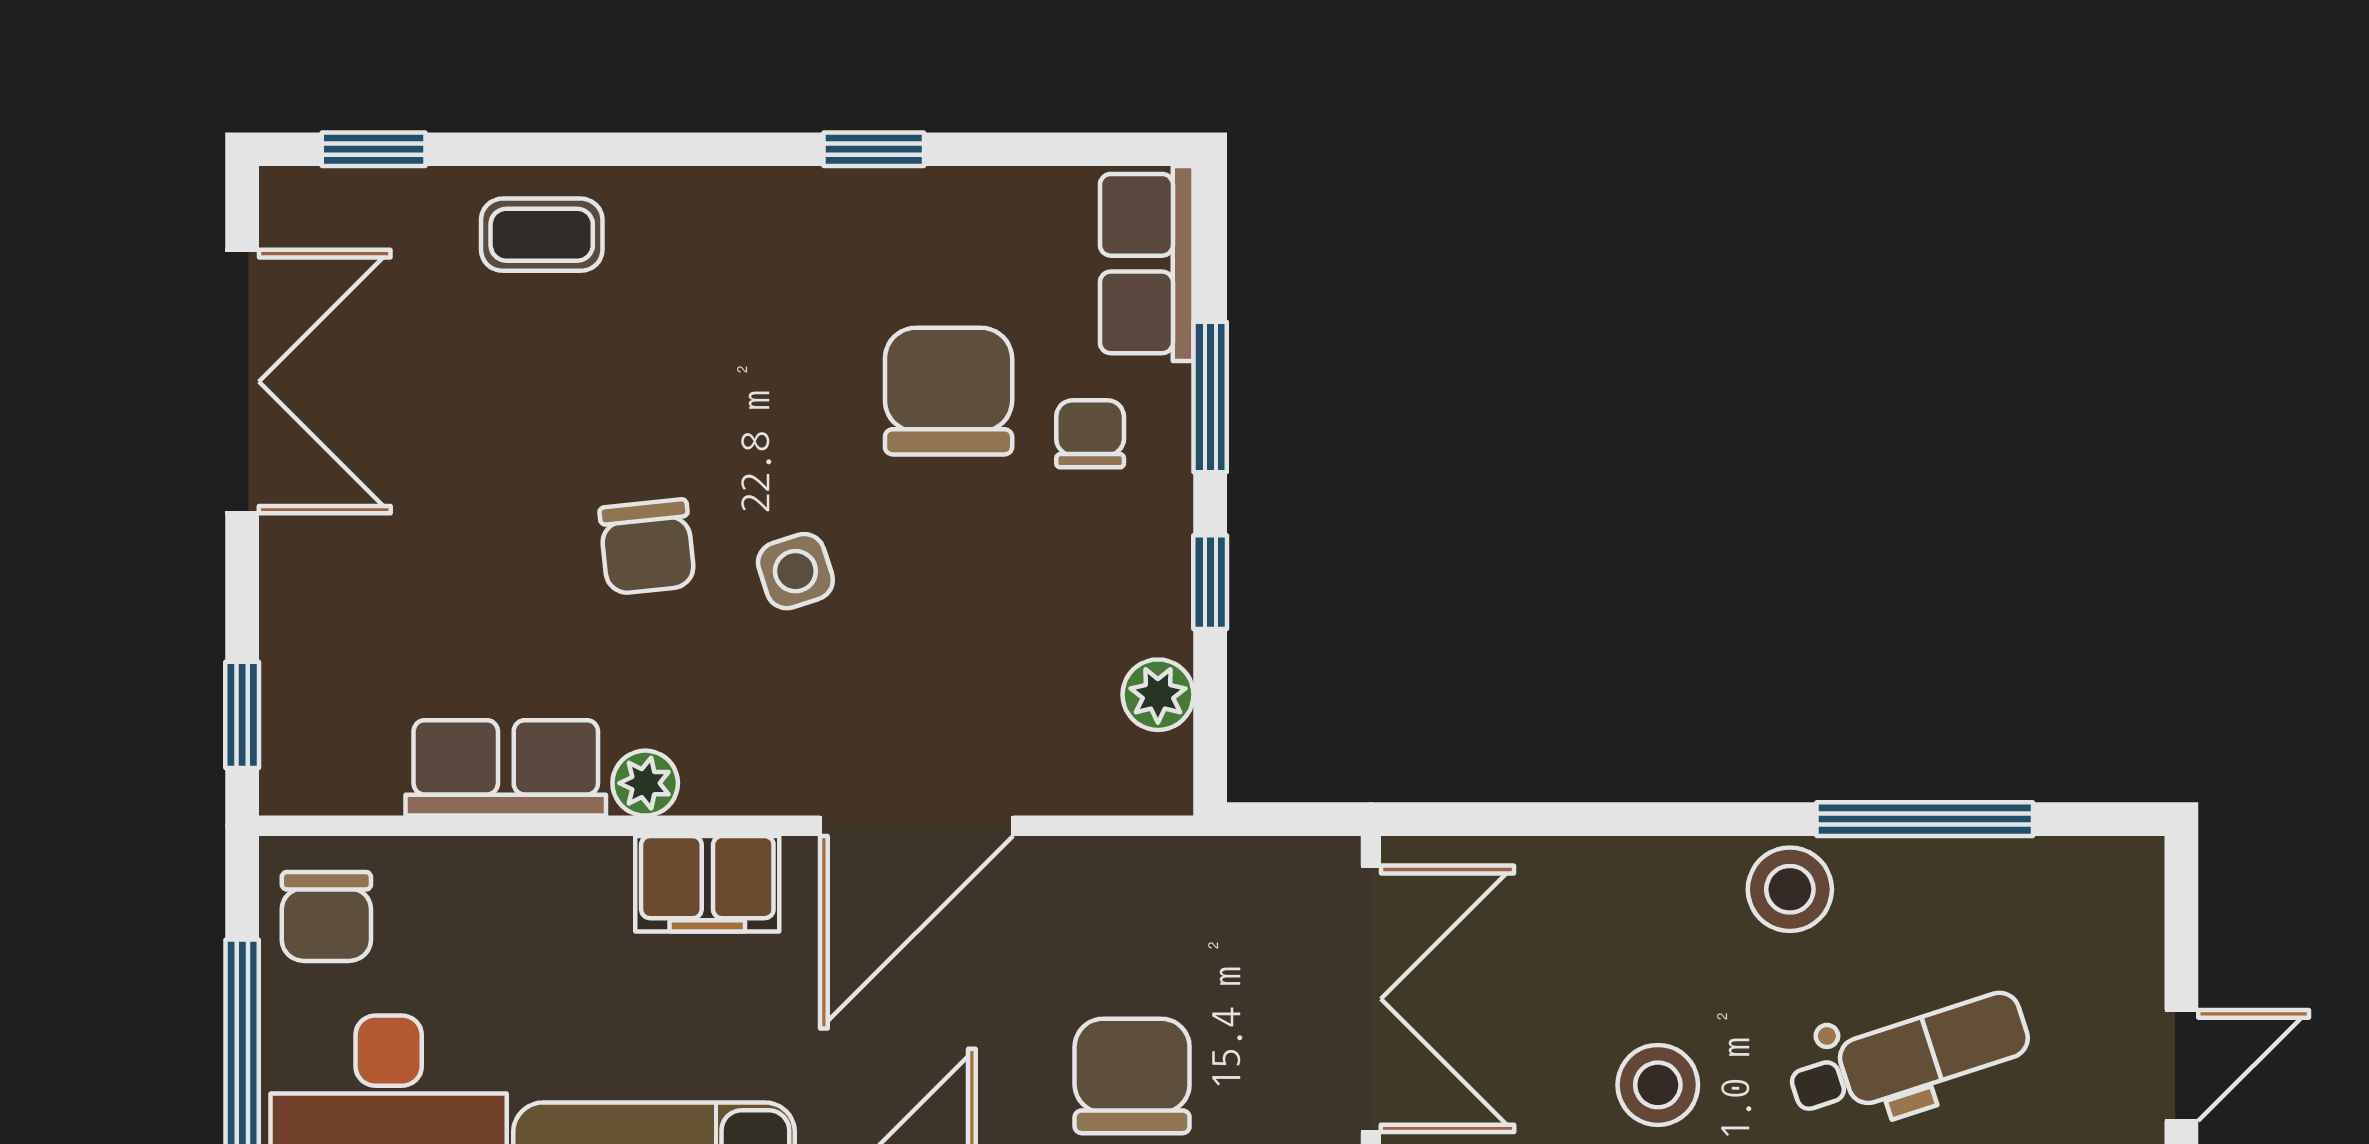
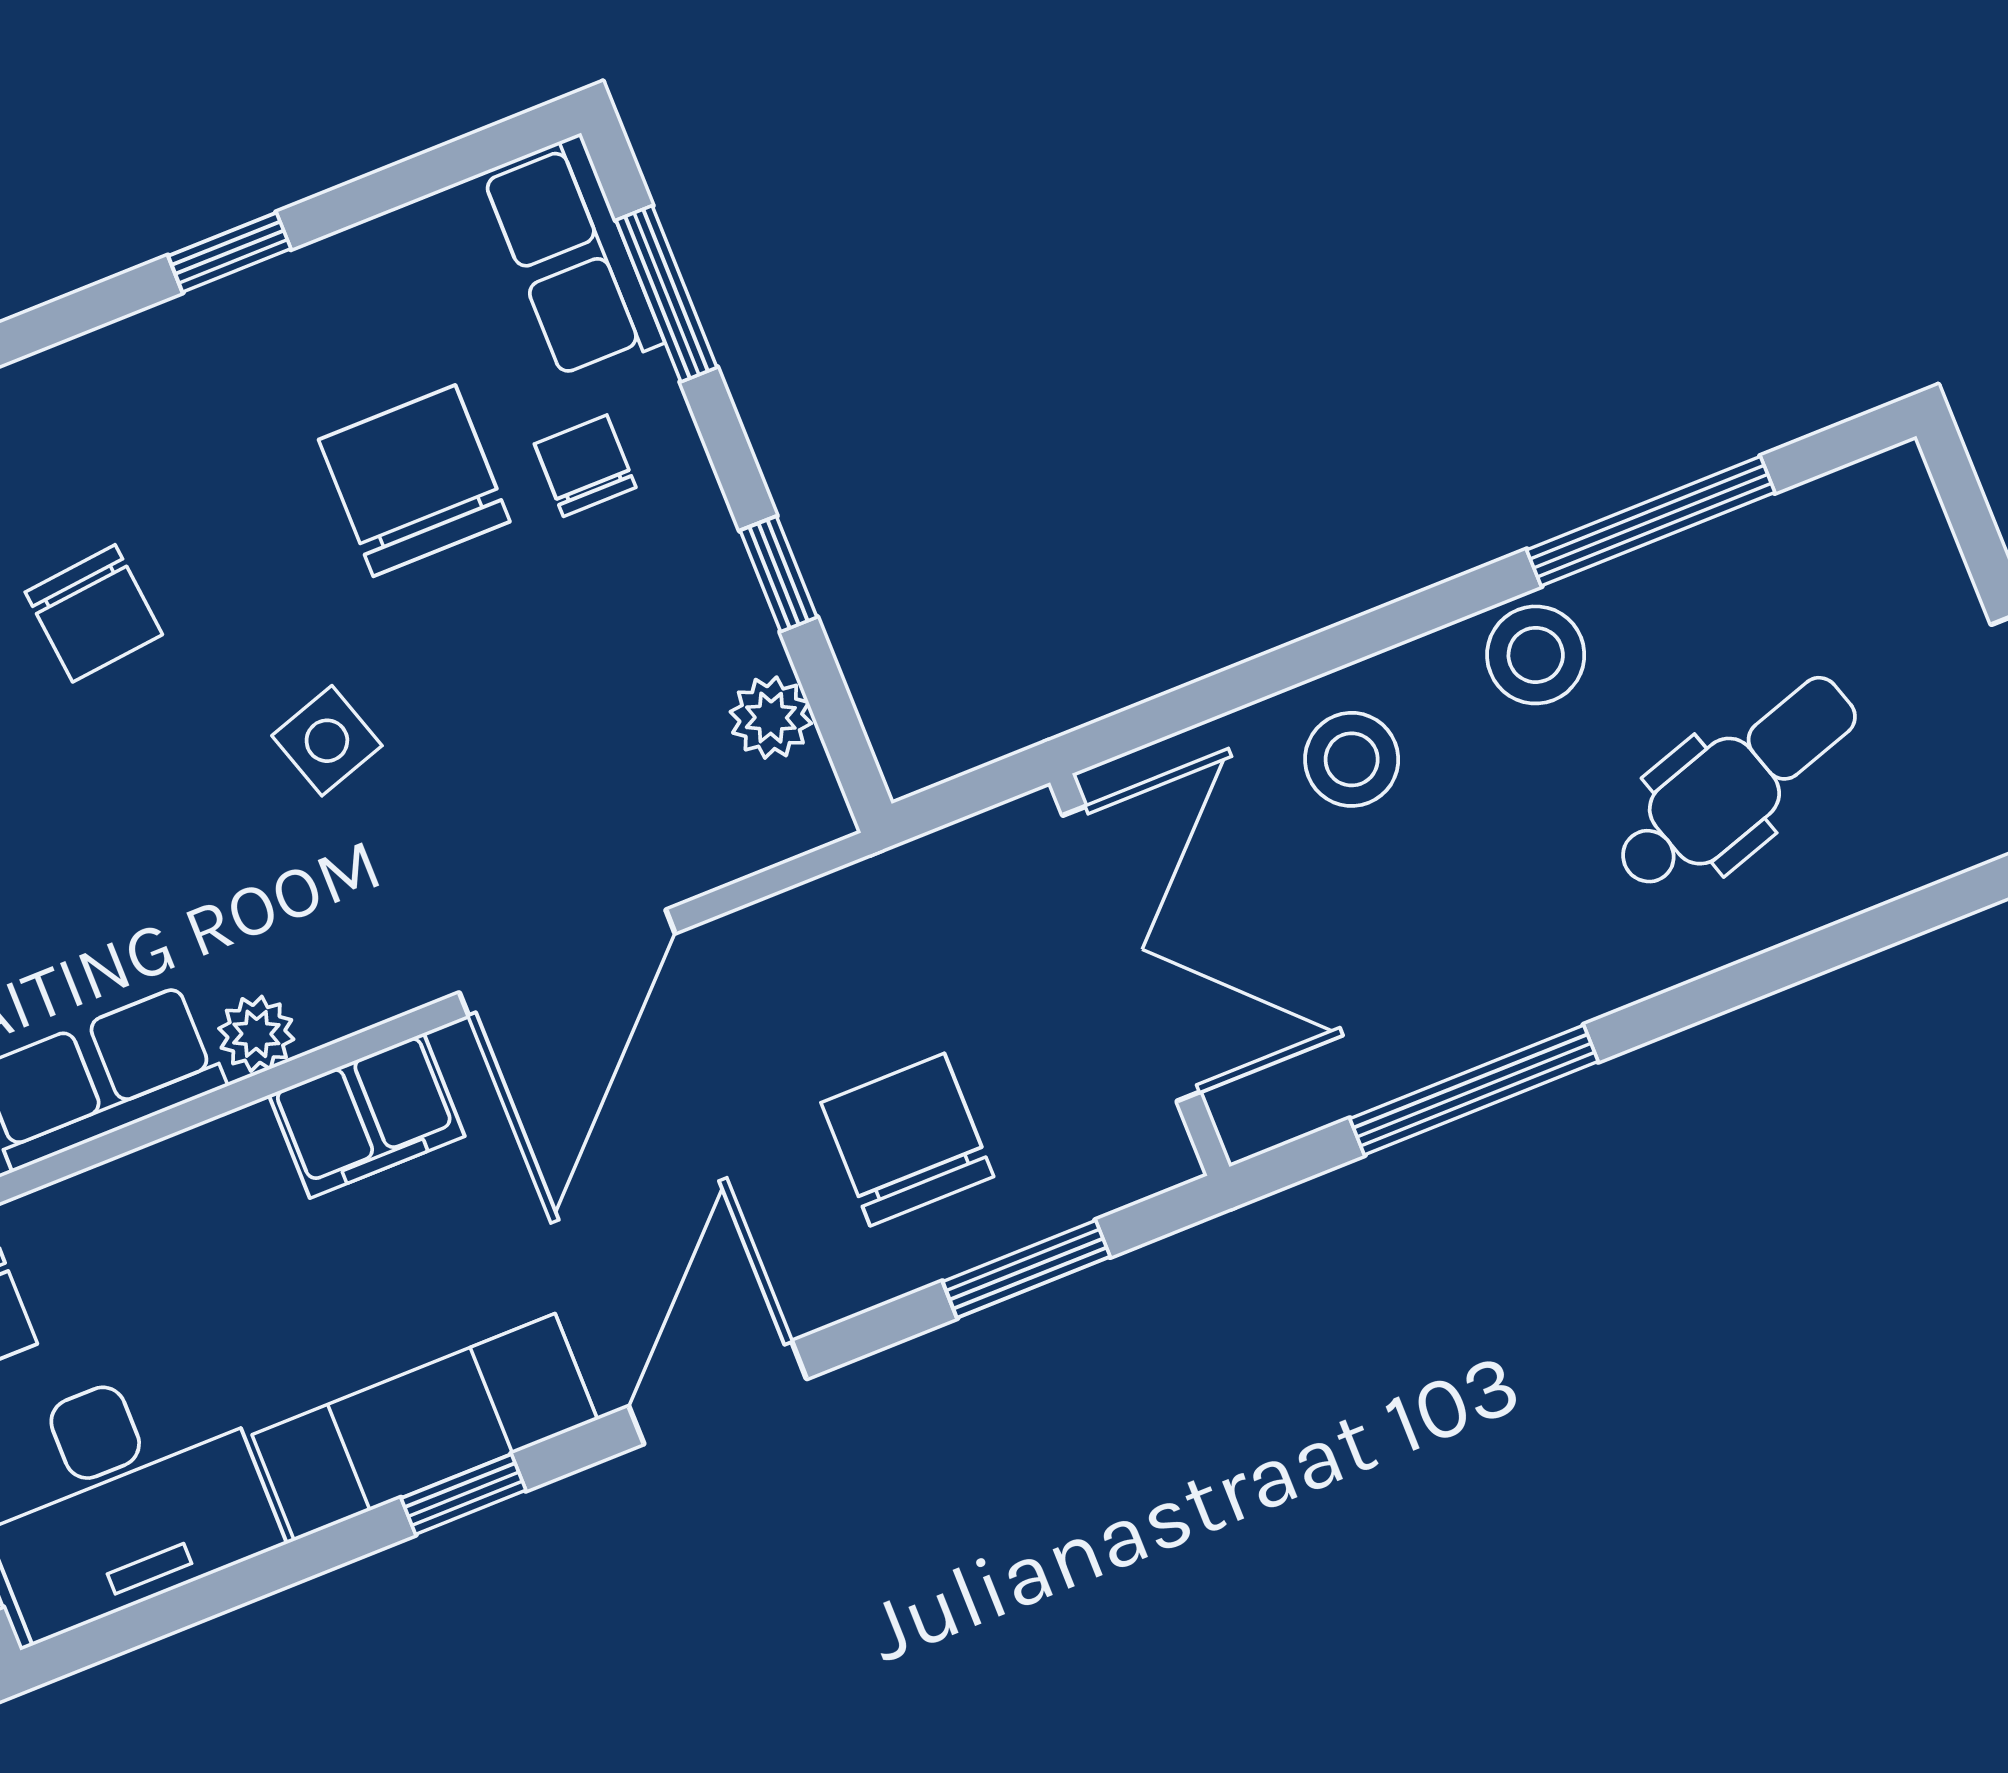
window: (1210, 397) -> (666, 294), moved
chair: (647, 547) -> (94, 613), moved
stool: (1658, 1085) -> (1352, 759), moved

